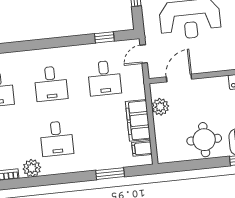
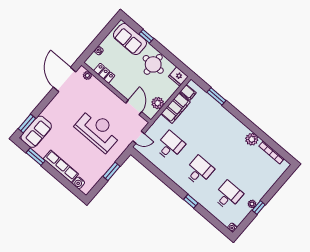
window: (104, 37) -> (191, 201), moved
door: (179, 78) -> (134, 107), swing flipped
desk: (57, 139) -> (224, 141), removed
fridge: (167, 154) -> (178, 77), added

